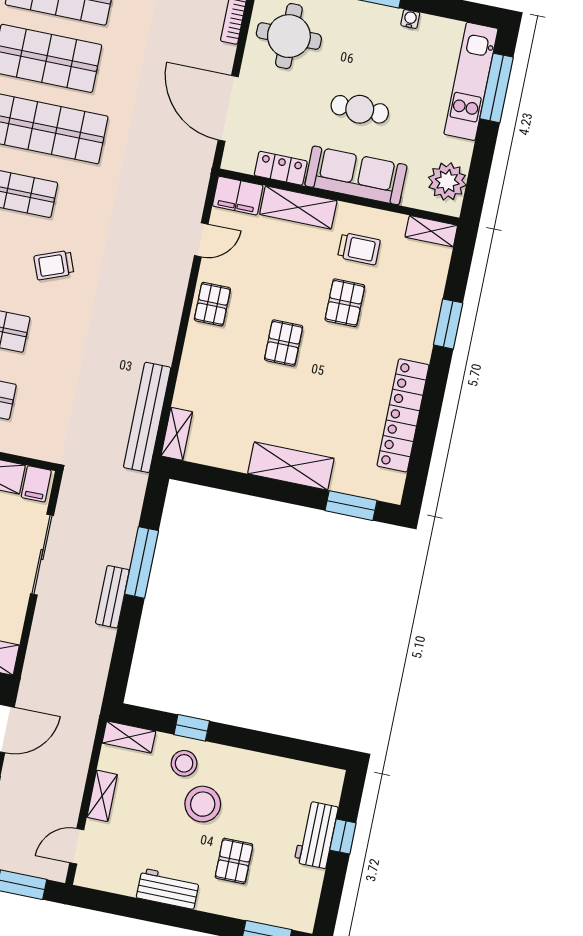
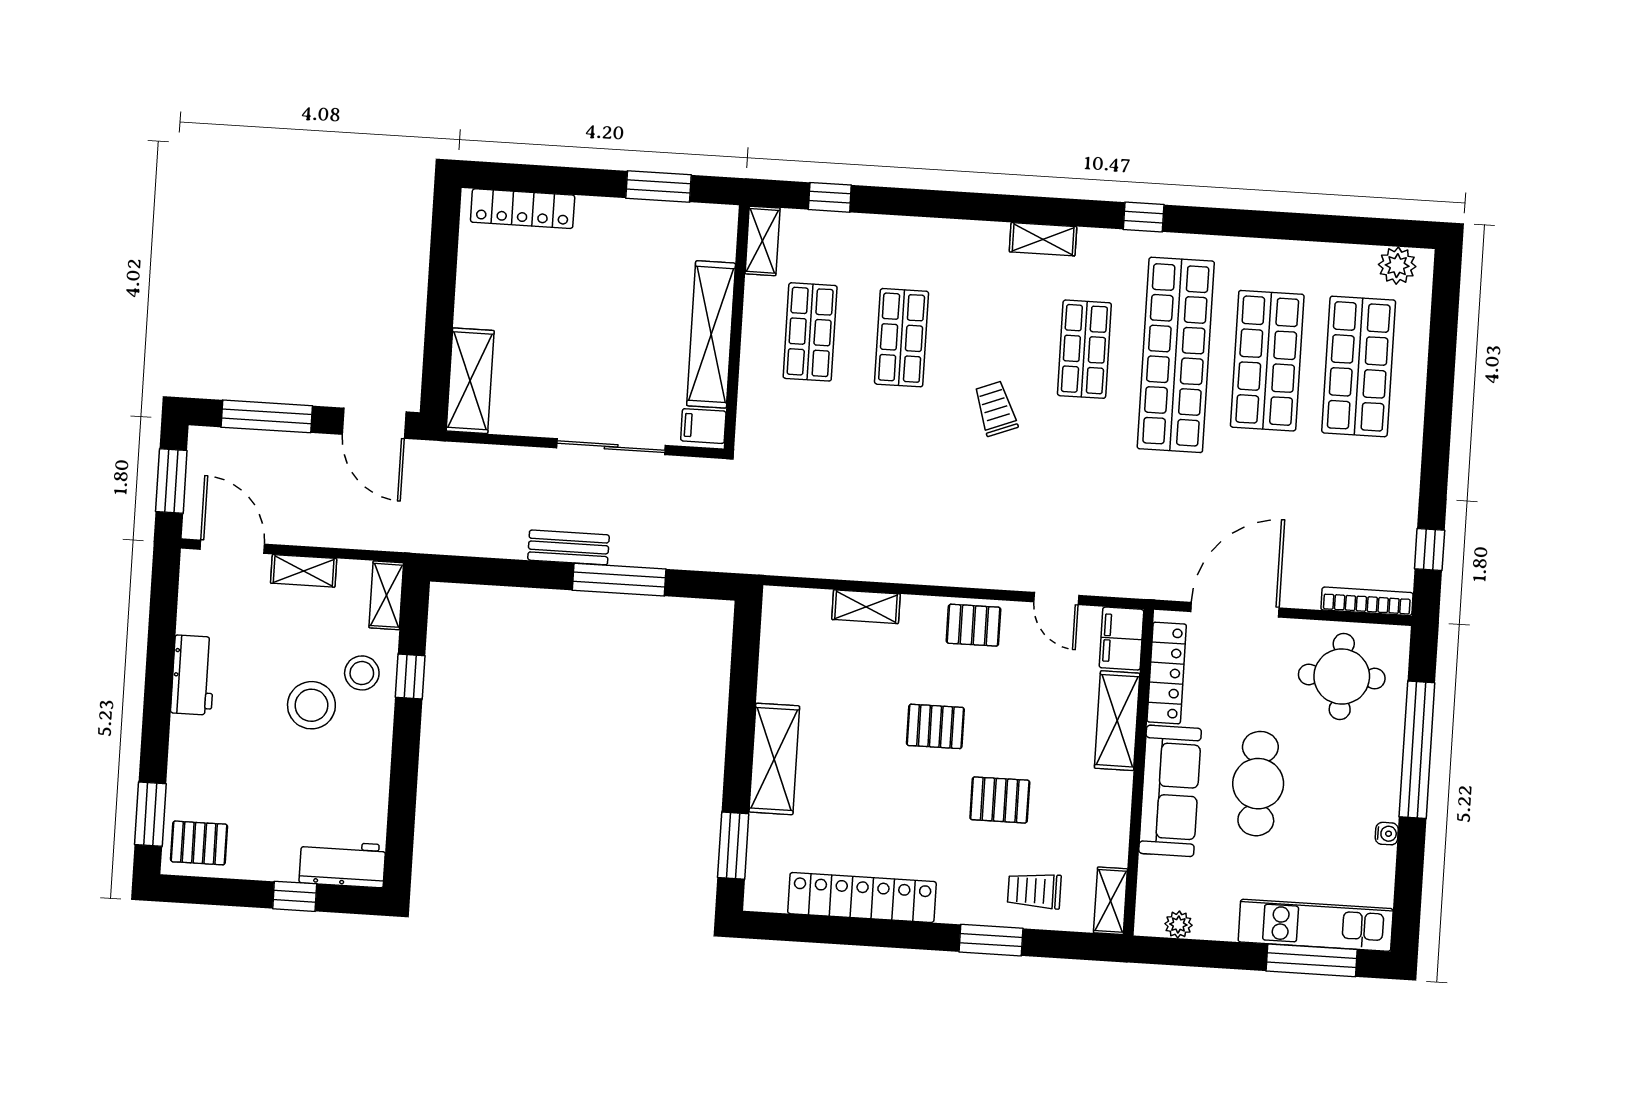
cafe table: (360, 109) -> (1258, 784), width x1.37, depth x1.35
locker: (281, 168) -> (1167, 673), width x1.53
plant: (447, 181) -> (1178, 924), width x0.53, depth x0.53
trolley: (359, 249) -> (1034, 891), moved, turned 90
bench: (147, 417) -> (812, 560), removed
shelving: (177, 434) -> (866, 607), moved
workbench: (316, 835) -> (342, 864), moved
door: (77, 846) -> (232, 547), width x1.38
pallet: (234, 861) -> (199, 843), moved

